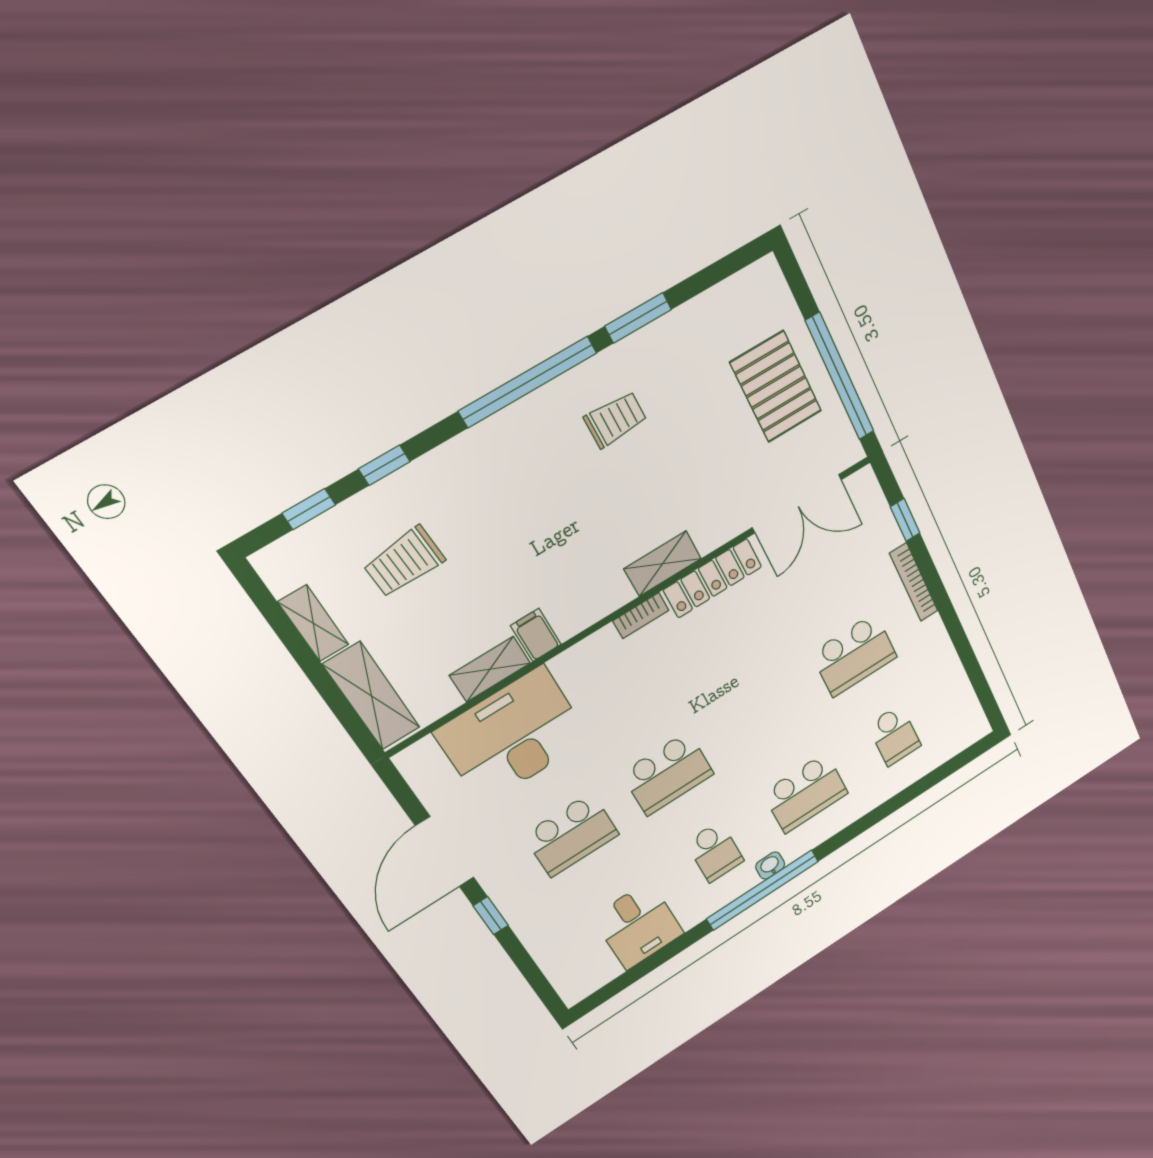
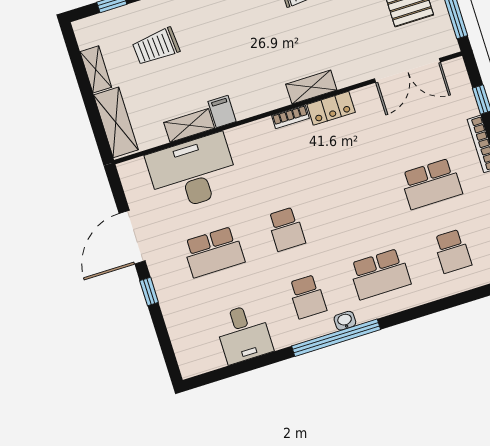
locker: (713, 578) -> (331, 108), width x0.66
school desk: (668, 774) -> (286, 229), width x0.54

